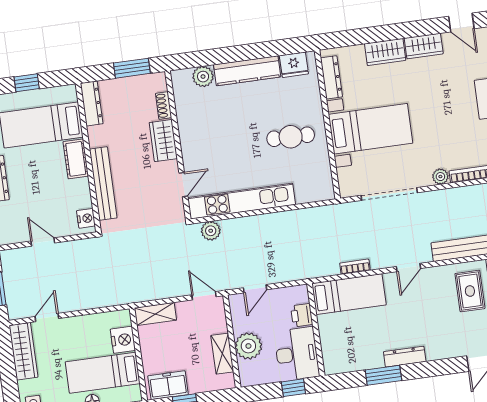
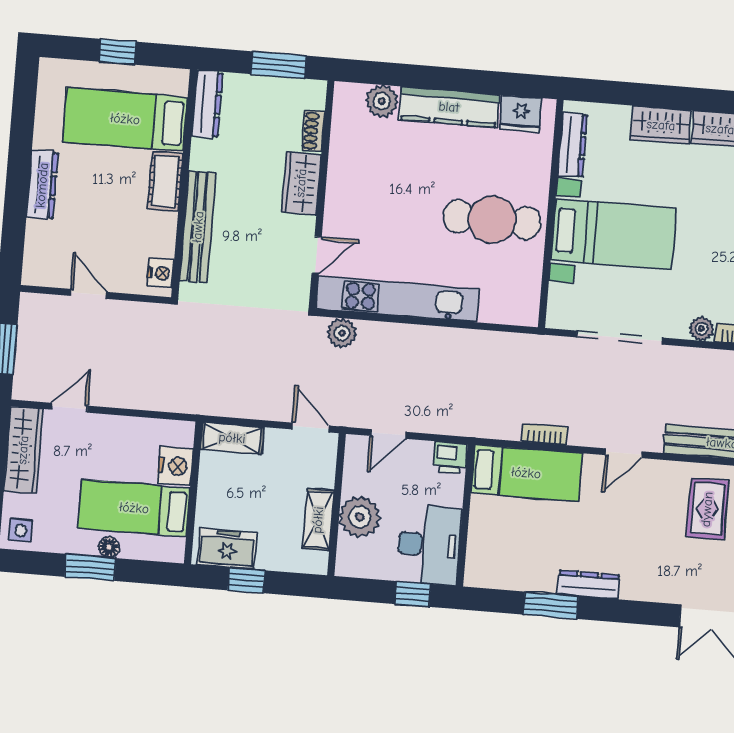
cafe table: (291, 137) -> (492, 220), width x1.37, depth x1.35
printer: (302, 315) -> (450, 457), moved, turned -90

